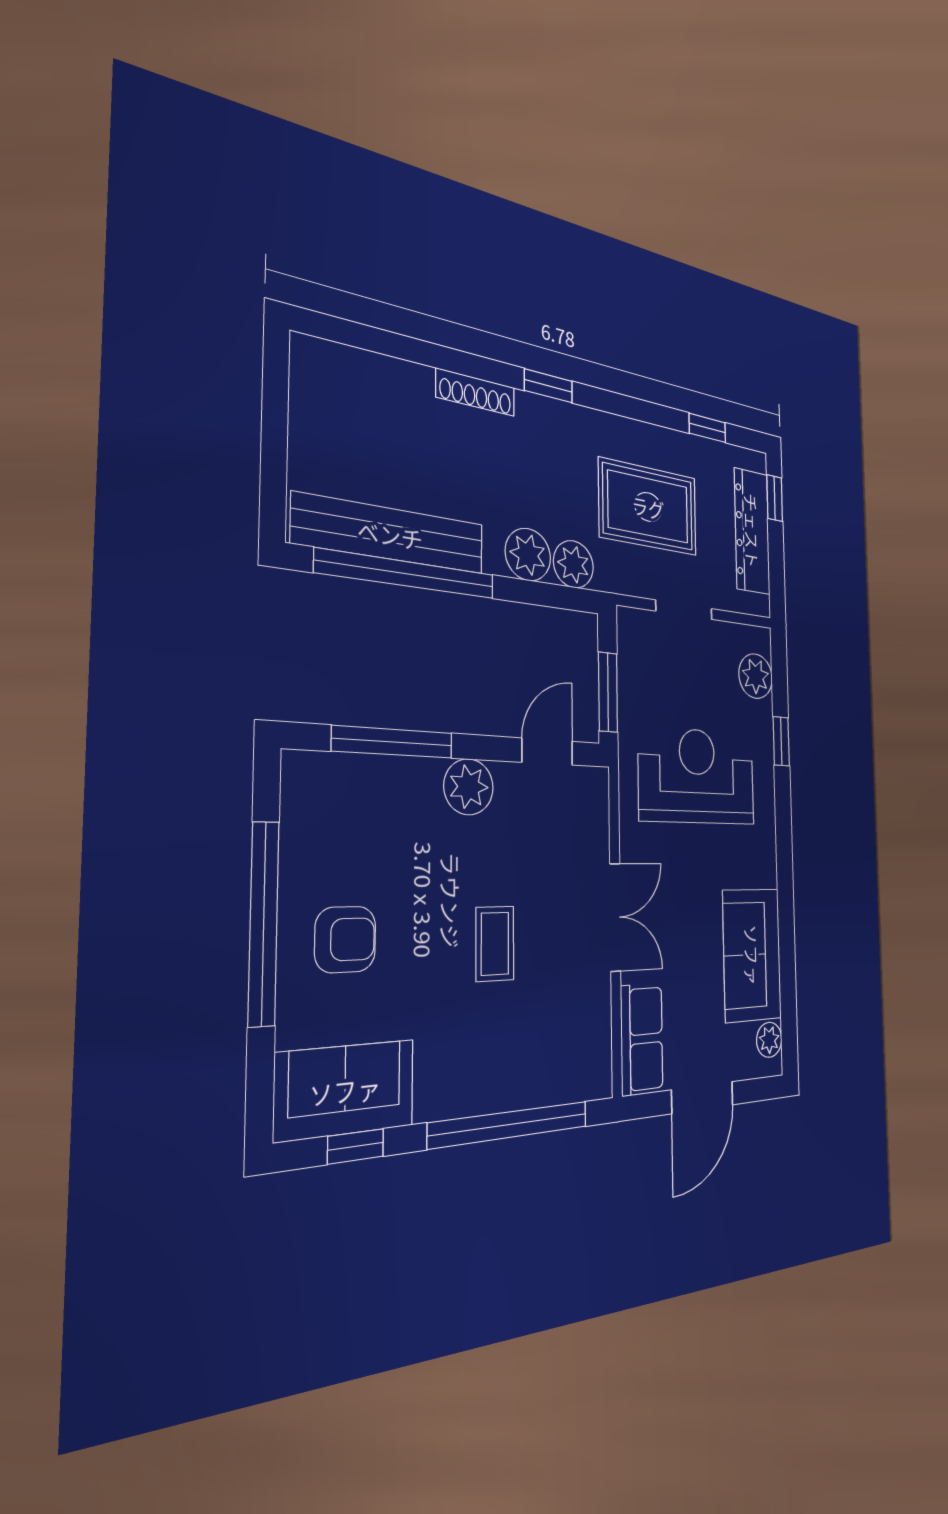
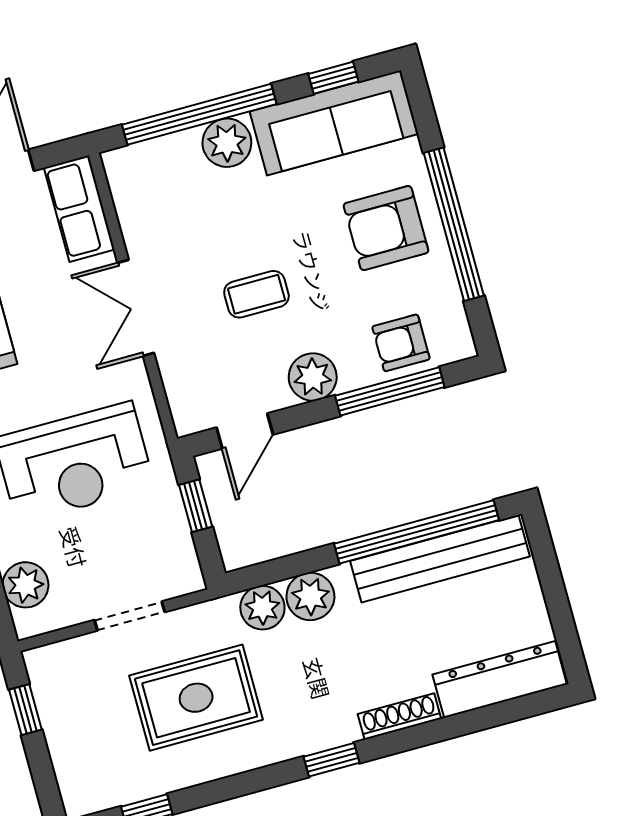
window: (775, 498) -> (25, 710), moved
dresser: (752, 531) -> (500, 679), moved, turned -90
window: (608, 692) -> (196, 506), width x0.67
armchair: (366, 795) -> (401, 343), added
armchair: (345, 940) -> (386, 228), width x1.38, depth x1.38
coffee table: (495, 944) -> (256, 294), moved, turned 90
plant: (490, 1085) -> (227, 143), added
sofa: (345, 1090) -> (334, 123), width x1.36

